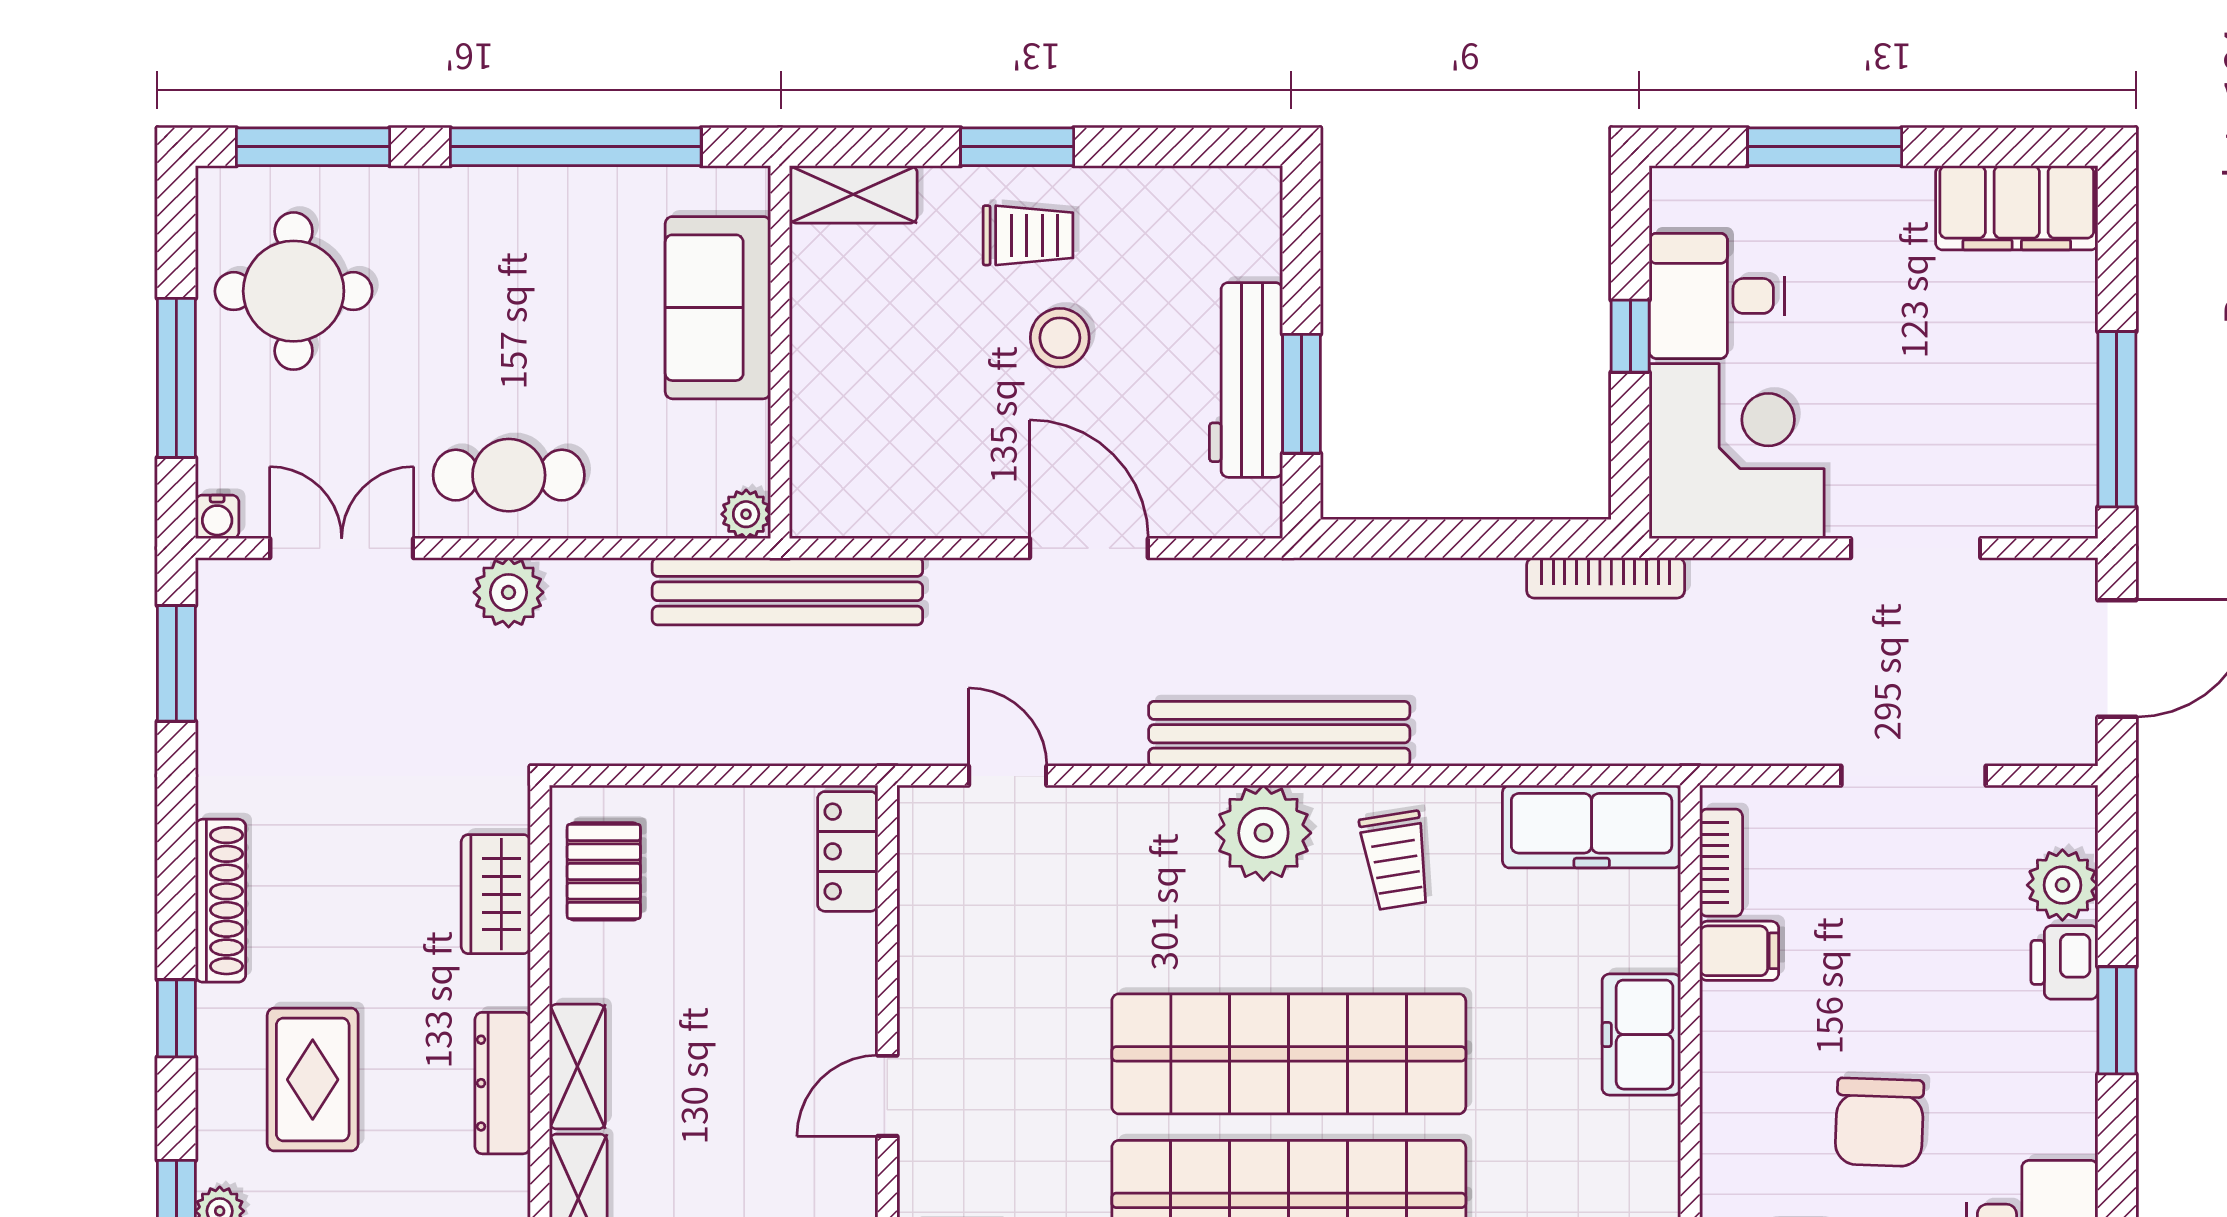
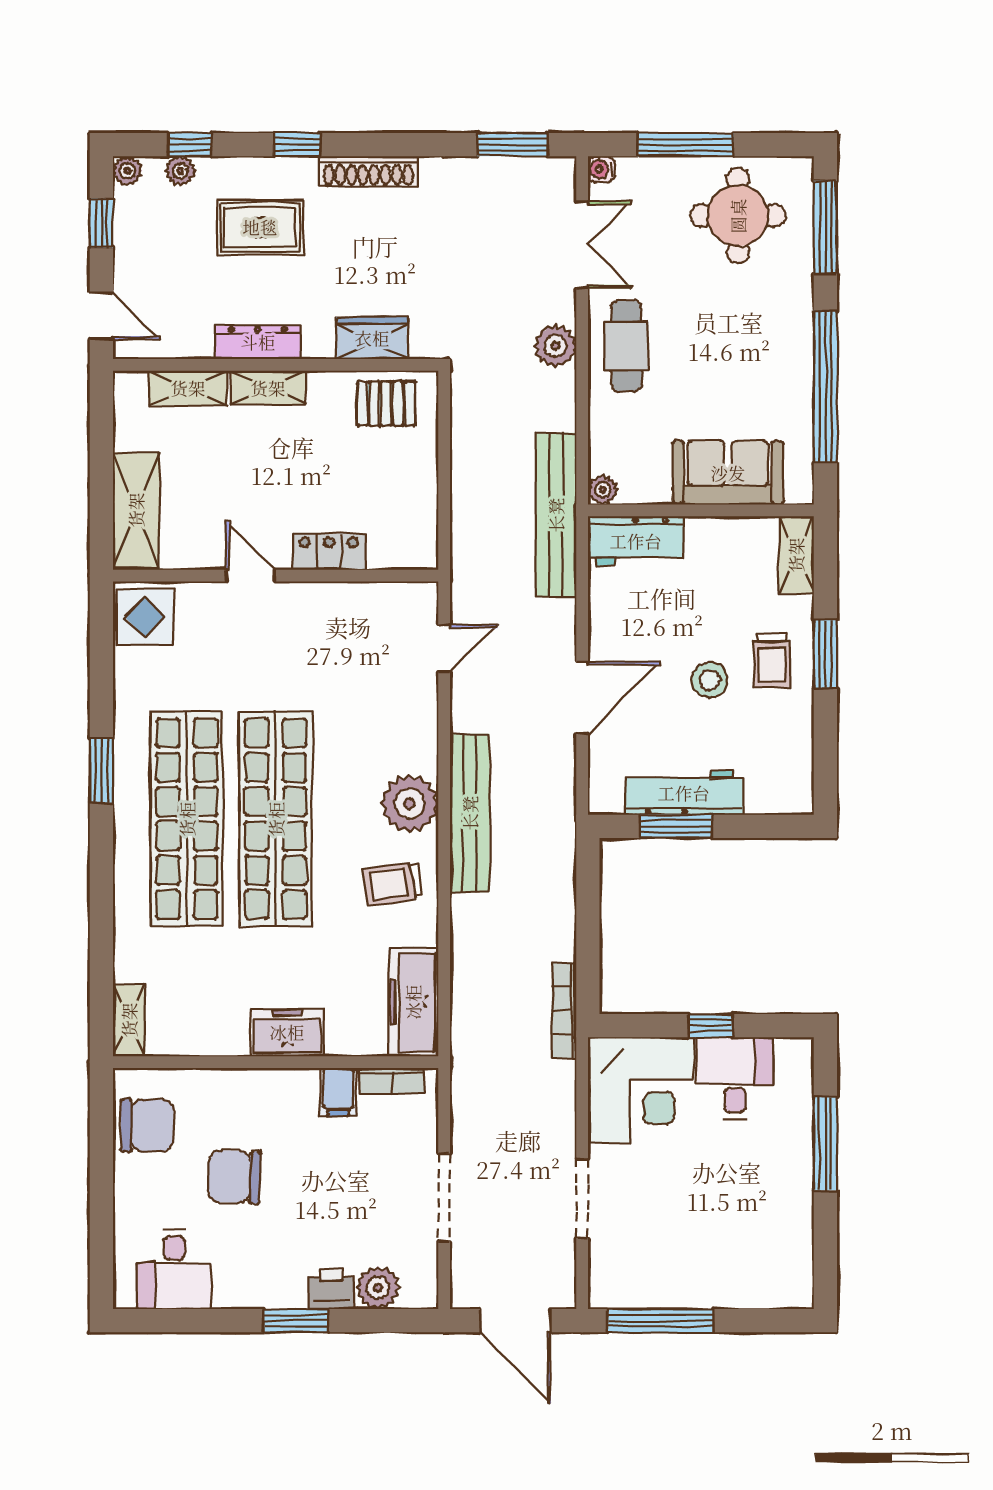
filing cabinet: (2017, 208) -> (788, 1260), removed
workbench: (830, 459) -> (636, 541), added
locker: (848, 851) -> (329, 551), moved

